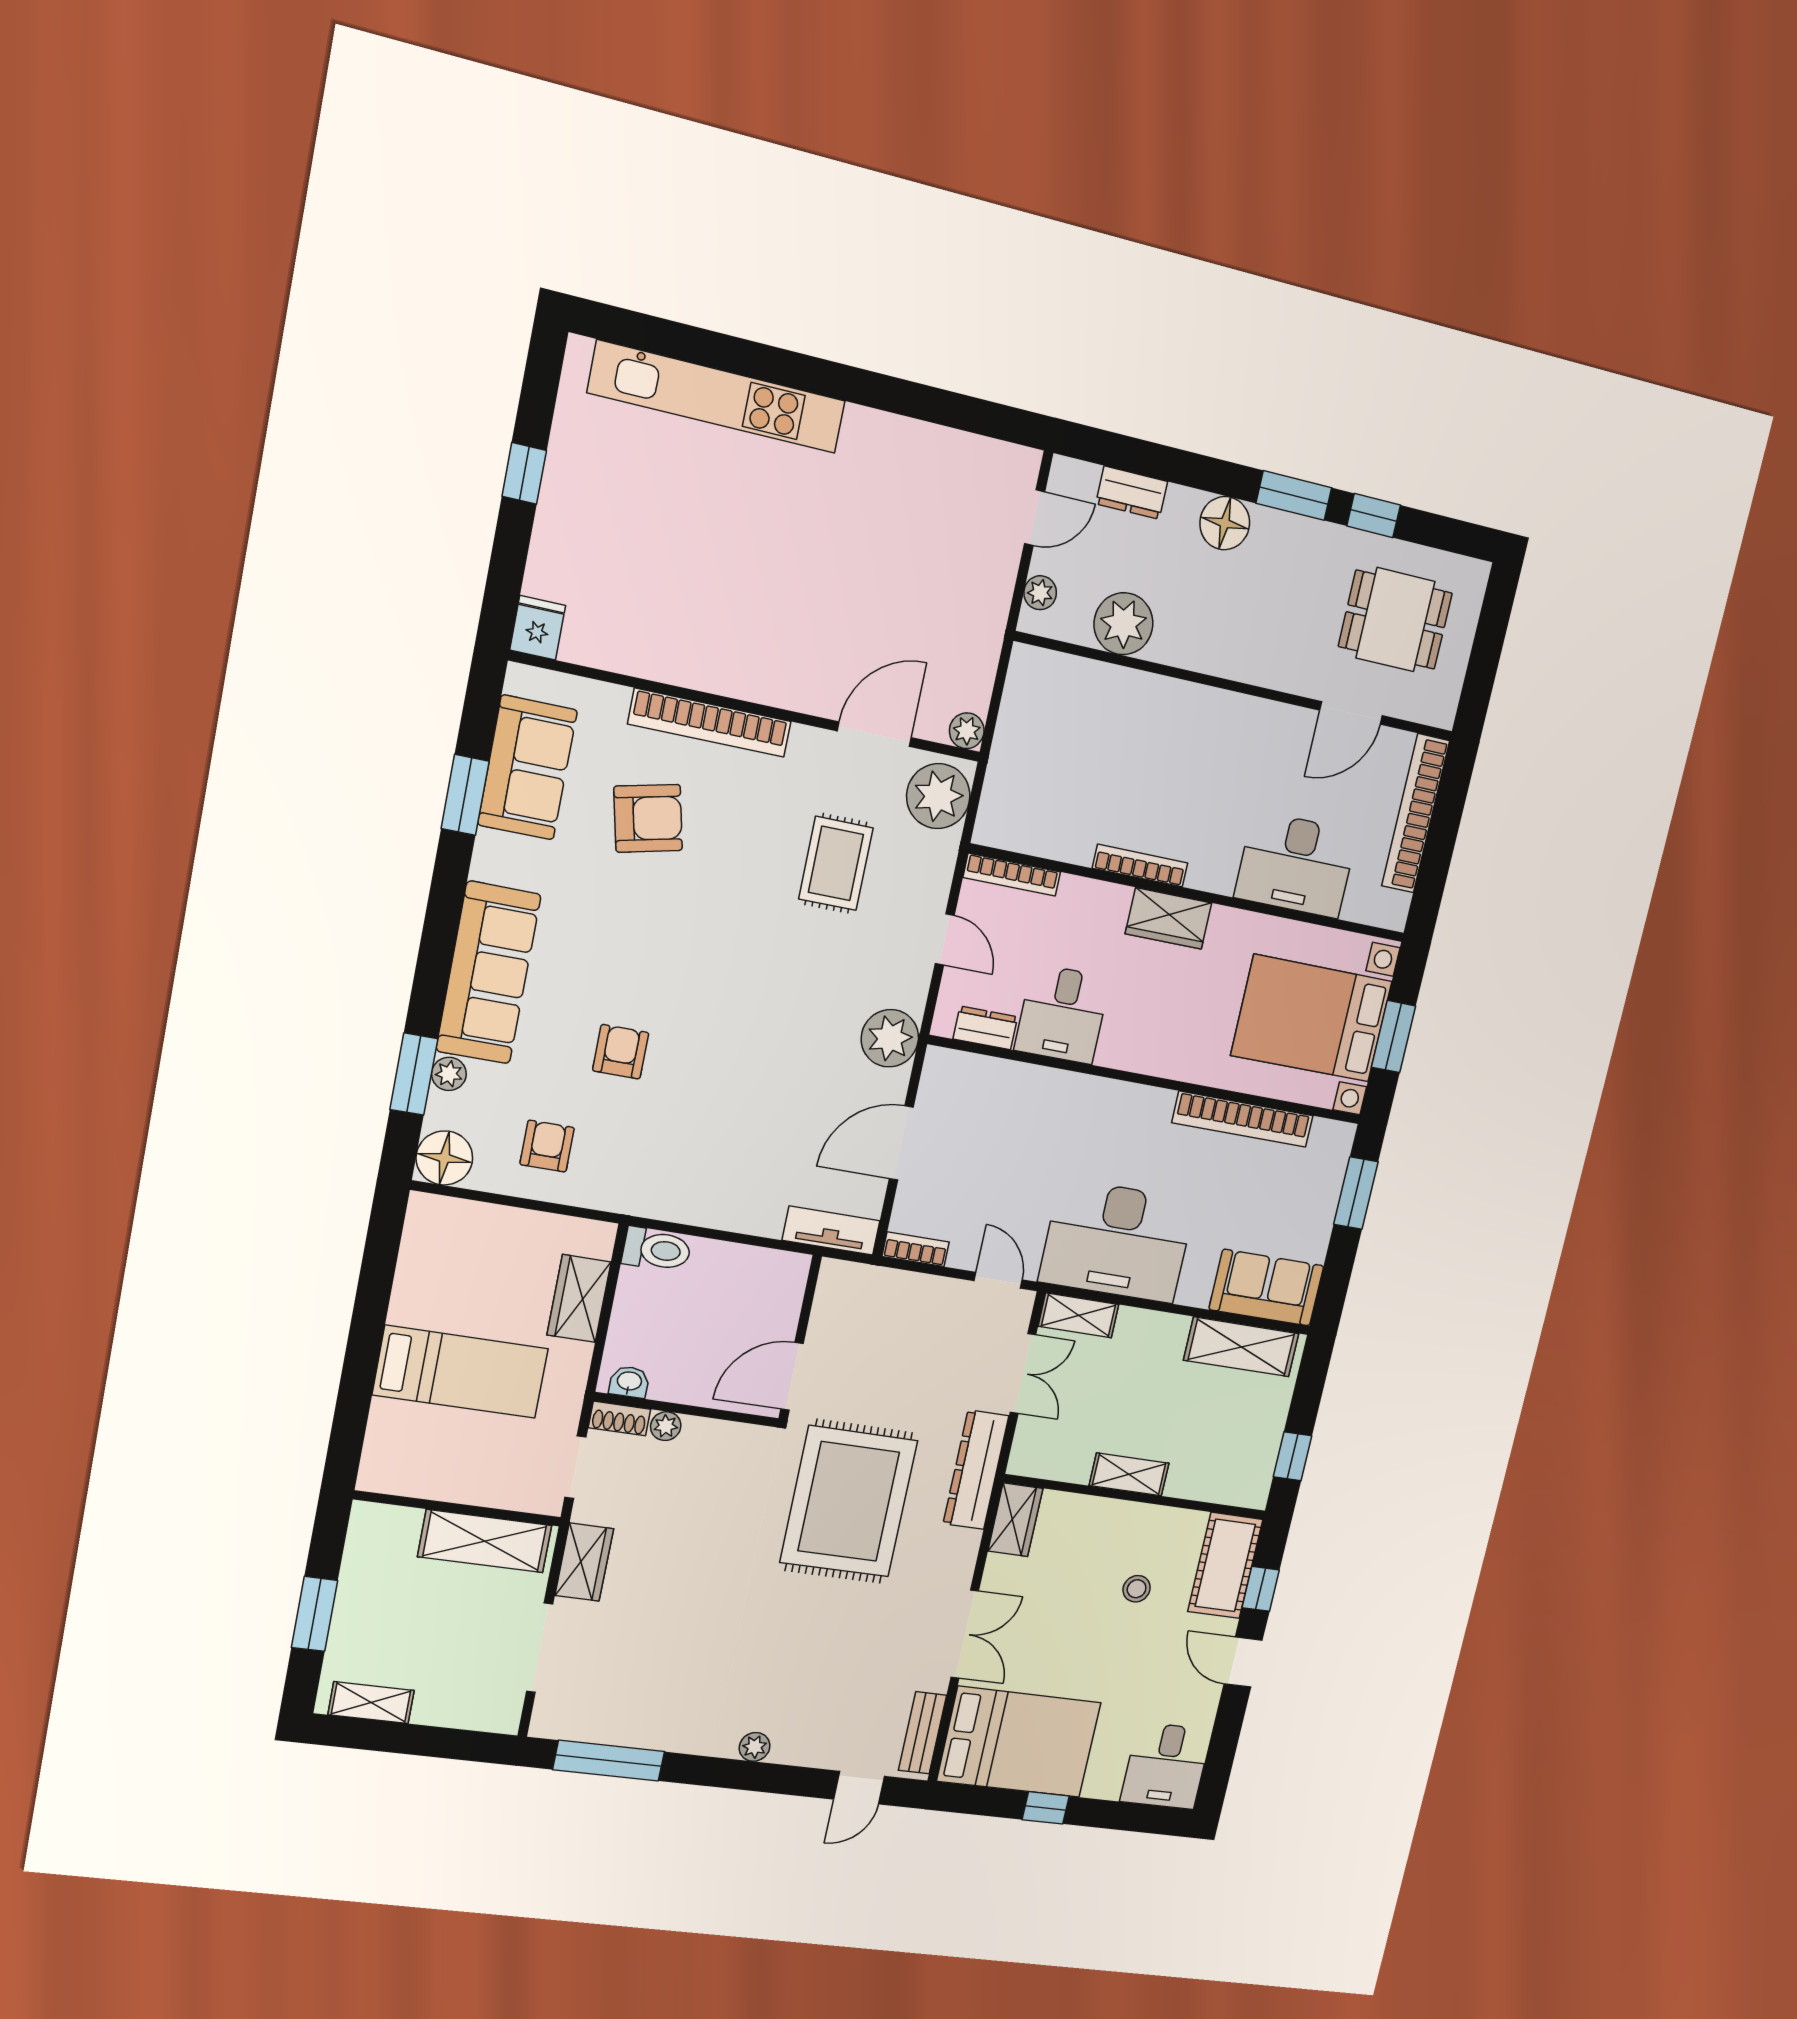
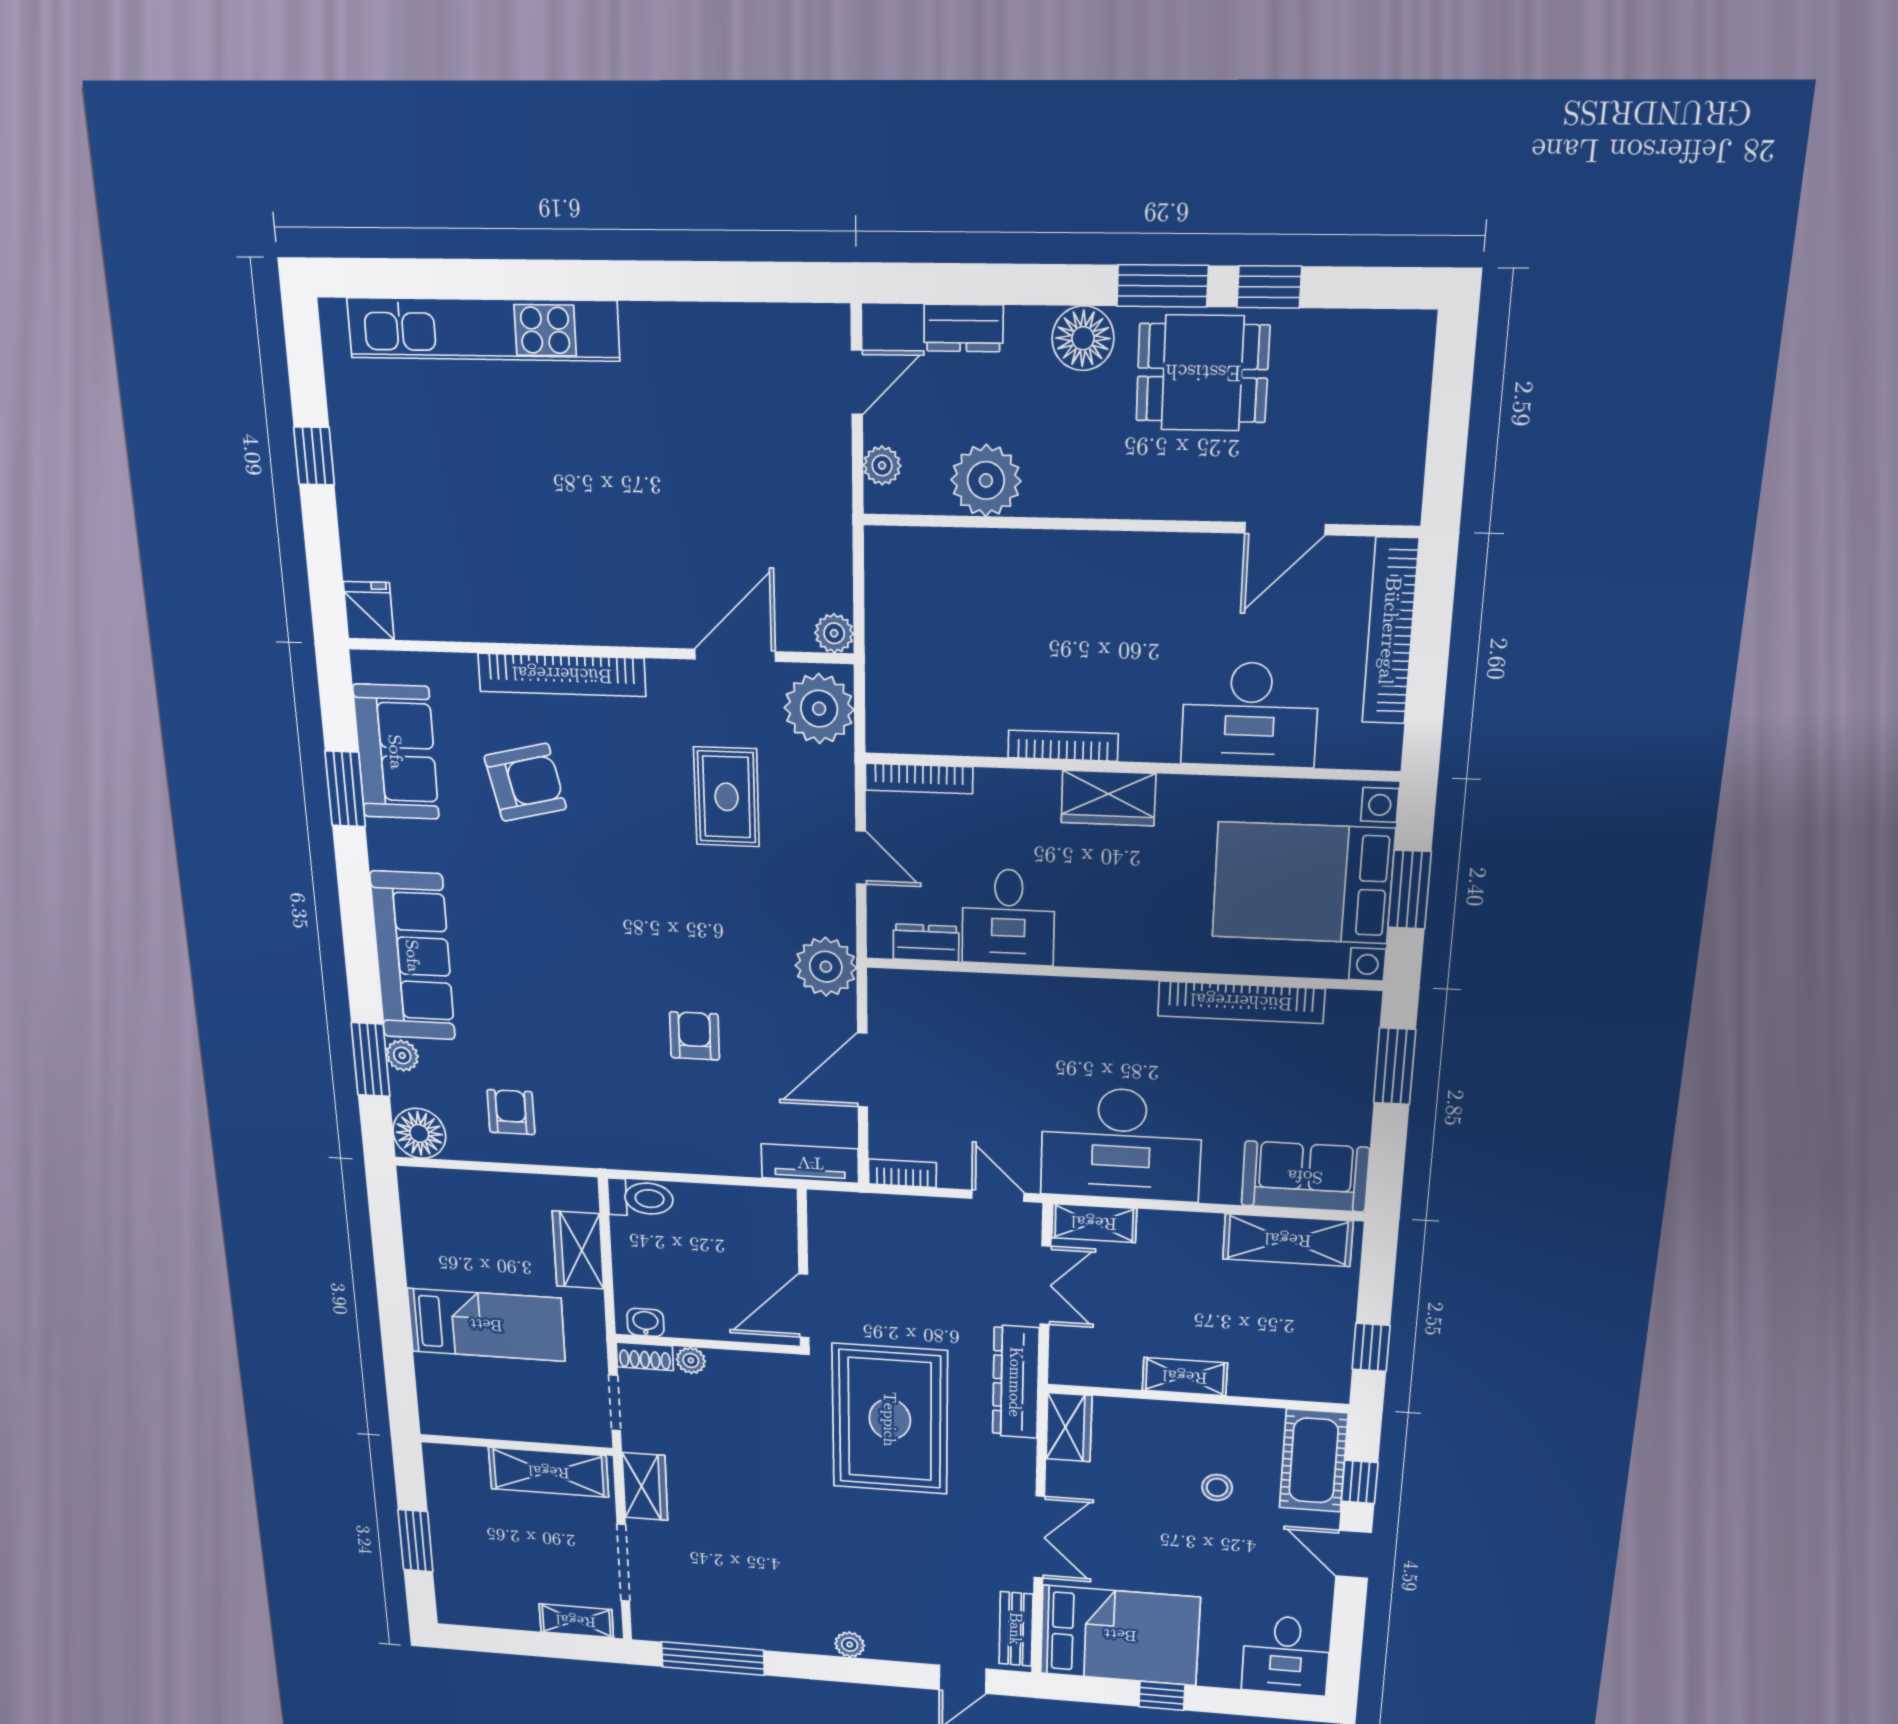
dining table: (1395, 620) -> (1203, 373), moved
armchair: (621, 1052) -> (695, 1036), moved
shelving: (371, 1703) -> (576, 1621), moved

